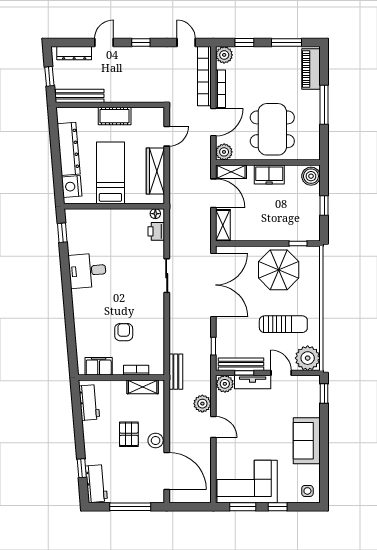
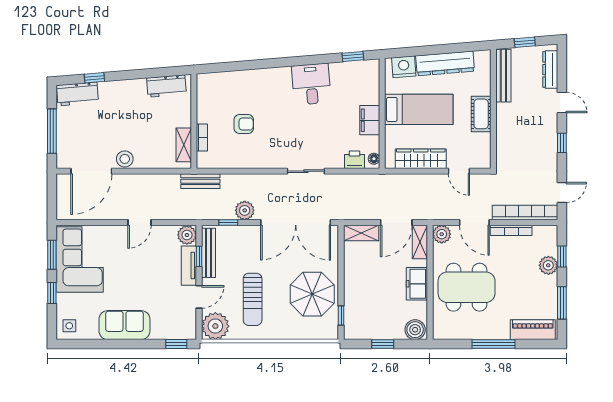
plant: (224, 55) -> (548, 265), moved
filing cabinet: (99, 366) -> (370, 120), moved, turned 180
plant: (202, 404) -> (245, 210), moved
pallet: (129, 434) -> (132, 130), removed

